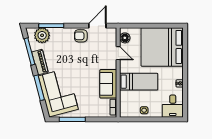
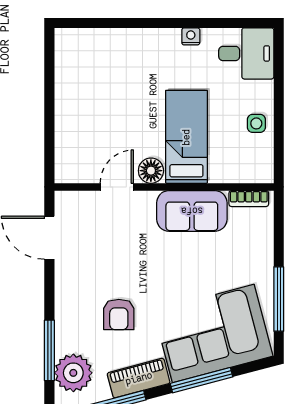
armchair: (81, 36) -> (119, 315), moved
floor lamp: (125, 38) -> (151, 171), moved
bed: (162, 47) -> (102, 79), removed

